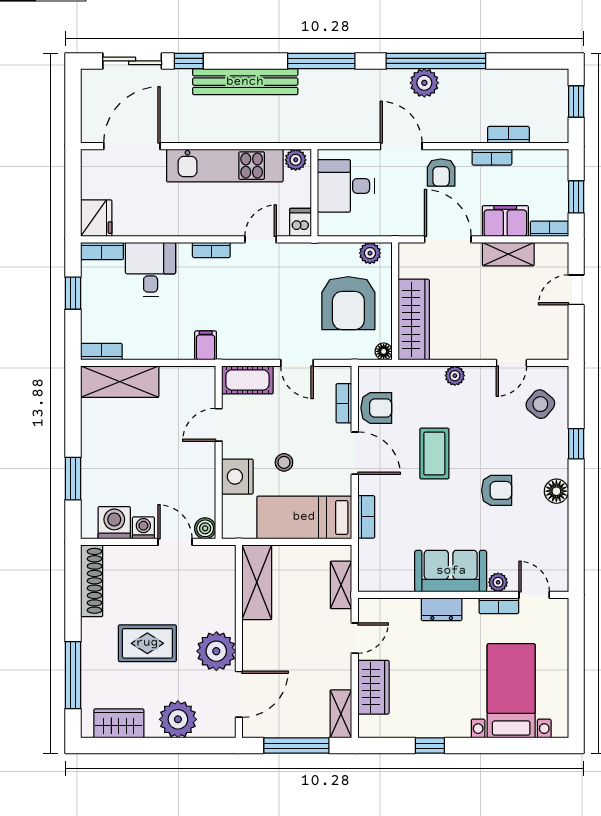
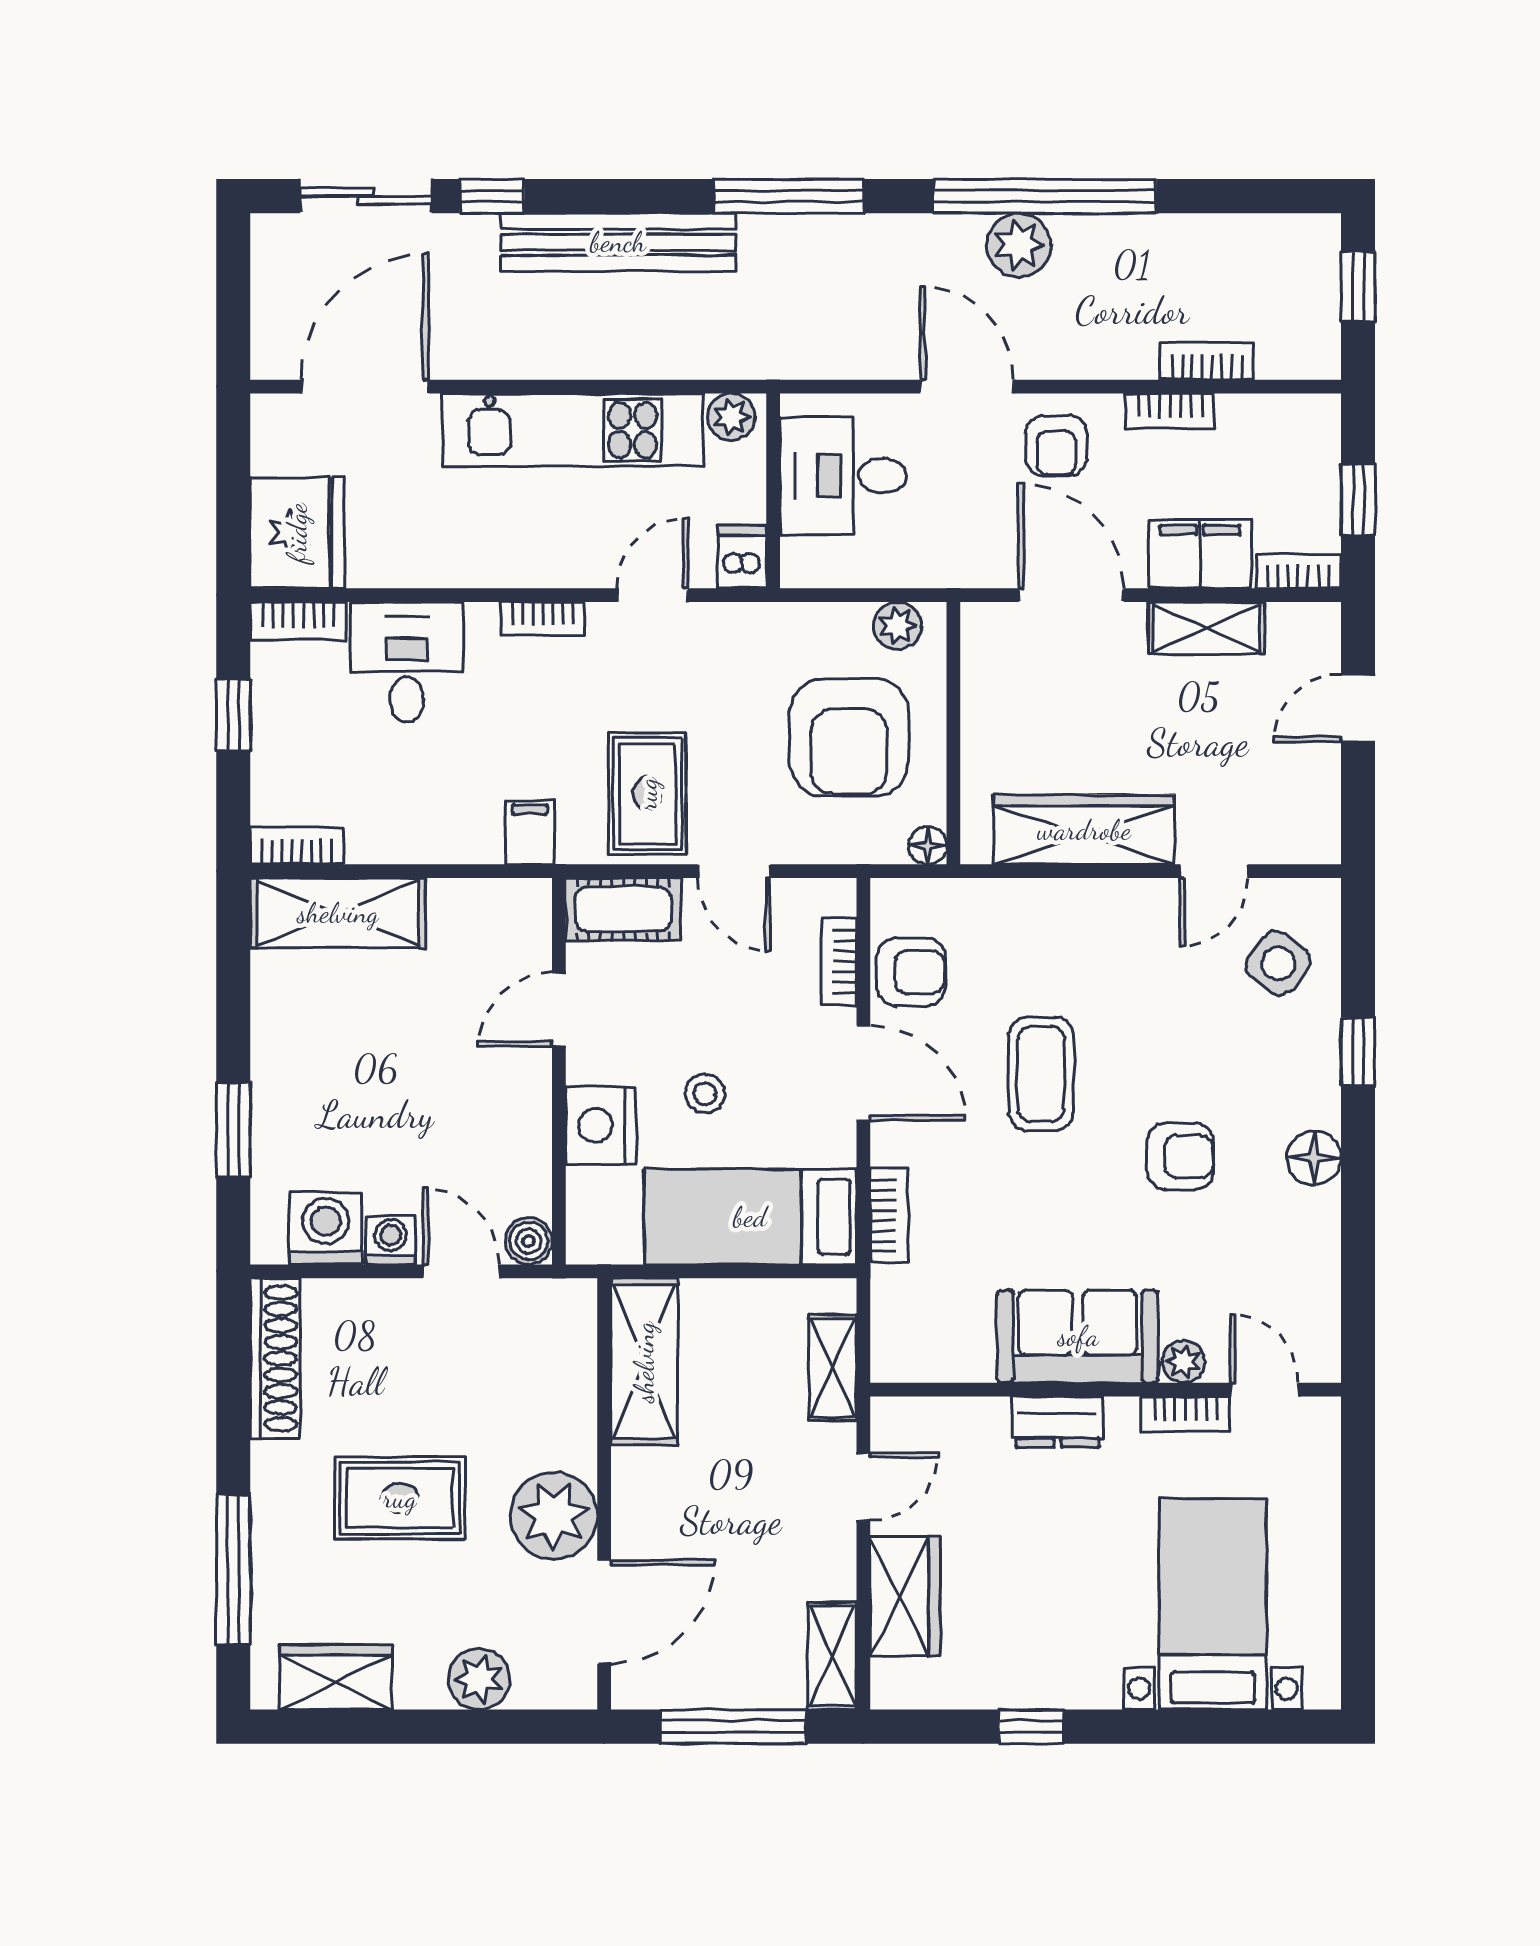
fridge: (96, 218) -> (297, 533), width x1.36, depth x1.34
wardrobe: (414, 320) -> (1084, 830), moved, turned -90
rug: (258, 328) -> (647, 794), added
plant: (455, 376) -> (1087, 900), removed
plant: (178, 719) -> (479, 1679), width x0.73, depth x0.73

